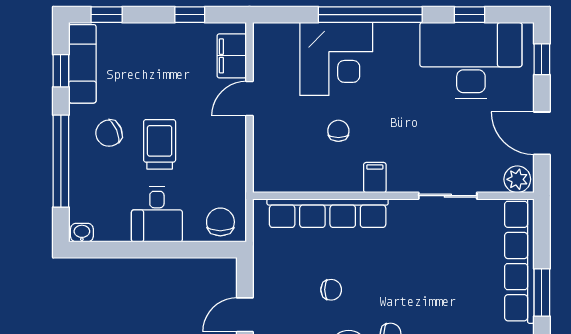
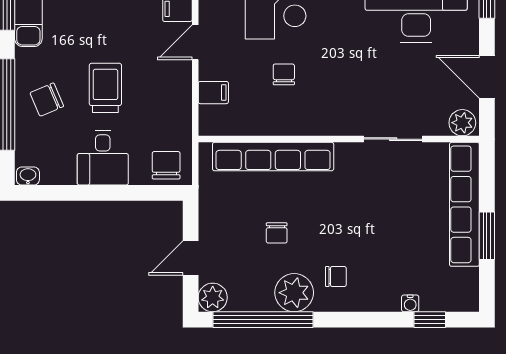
chair: (109, 133) -> (47, 100), moved
filing cabinet: (375, 178) -> (213, 93), moved, turned 90
chair: (331, 290) -> (277, 233), turned 90

